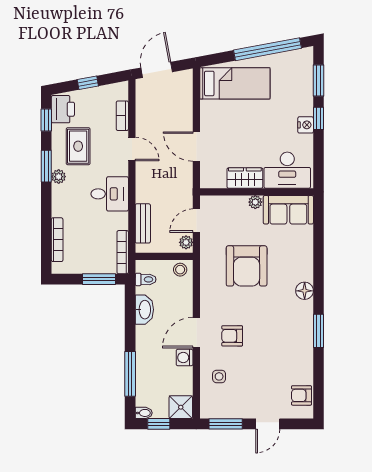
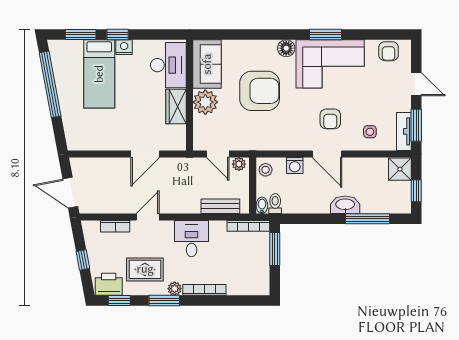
bed: (235, 83) -> (99, 74), moved, turned 180
plant: (255, 202) -> (205, 102), width x1.88, depth x1.88
bookcase: (57, 240) -> (204, 290), moved
armchair: (247, 266) -> (260, 91), moved
washbasin: (144, 310) -> (345, 205), moved
corner sofa: (288, 336) -> (330, 64), added
washing machine: (185, 358) -> (295, 165), moved
tv unit: (219, 411) -> (404, 131), added
bidet: (144, 413) -> (262, 205), moved

